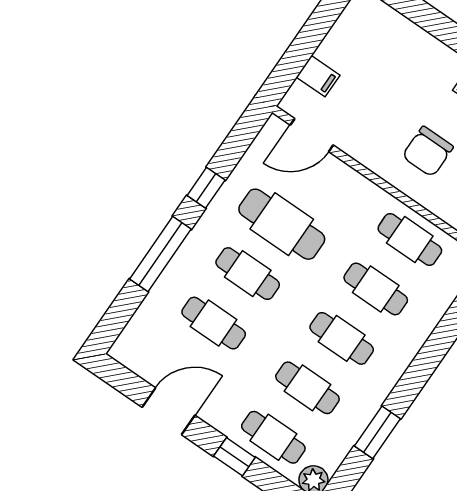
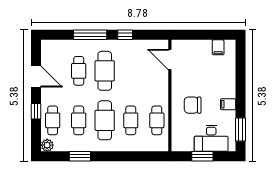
filing cabinet: (318, 76) -> (218, 47), moved
cafe table: (282, 224) -> (131, 71), removed
cafe table: (248, 274) -> (105, 71), width x1.37, depth x1.35
cafe table: (342, 338) -> (105, 120), width x1.37, depth x1.35

